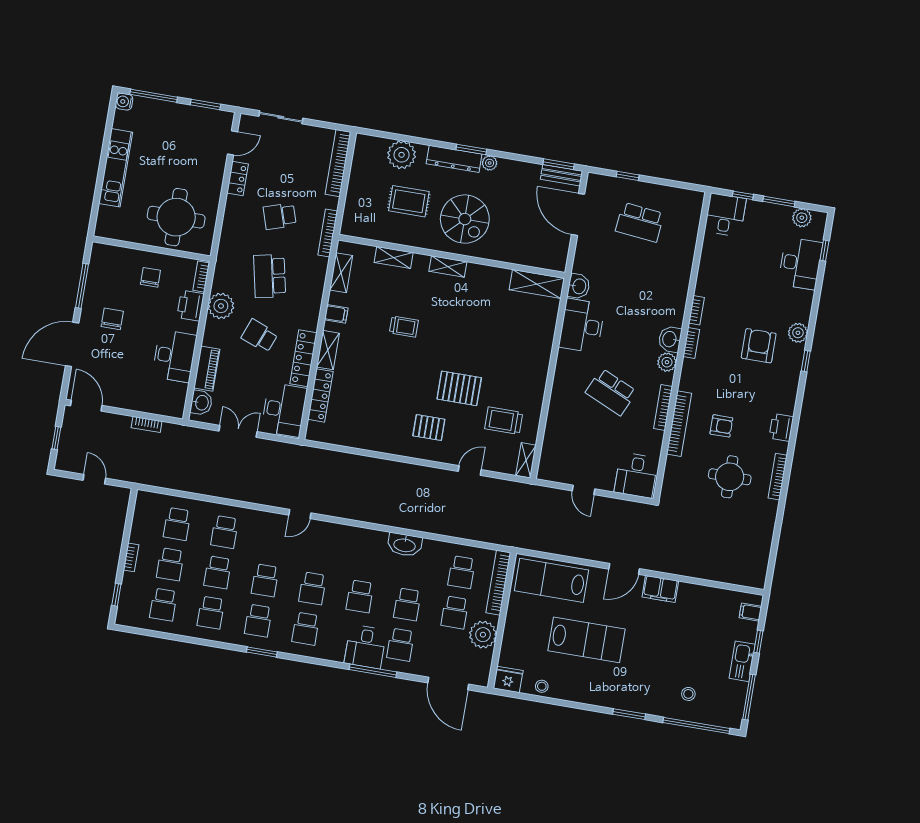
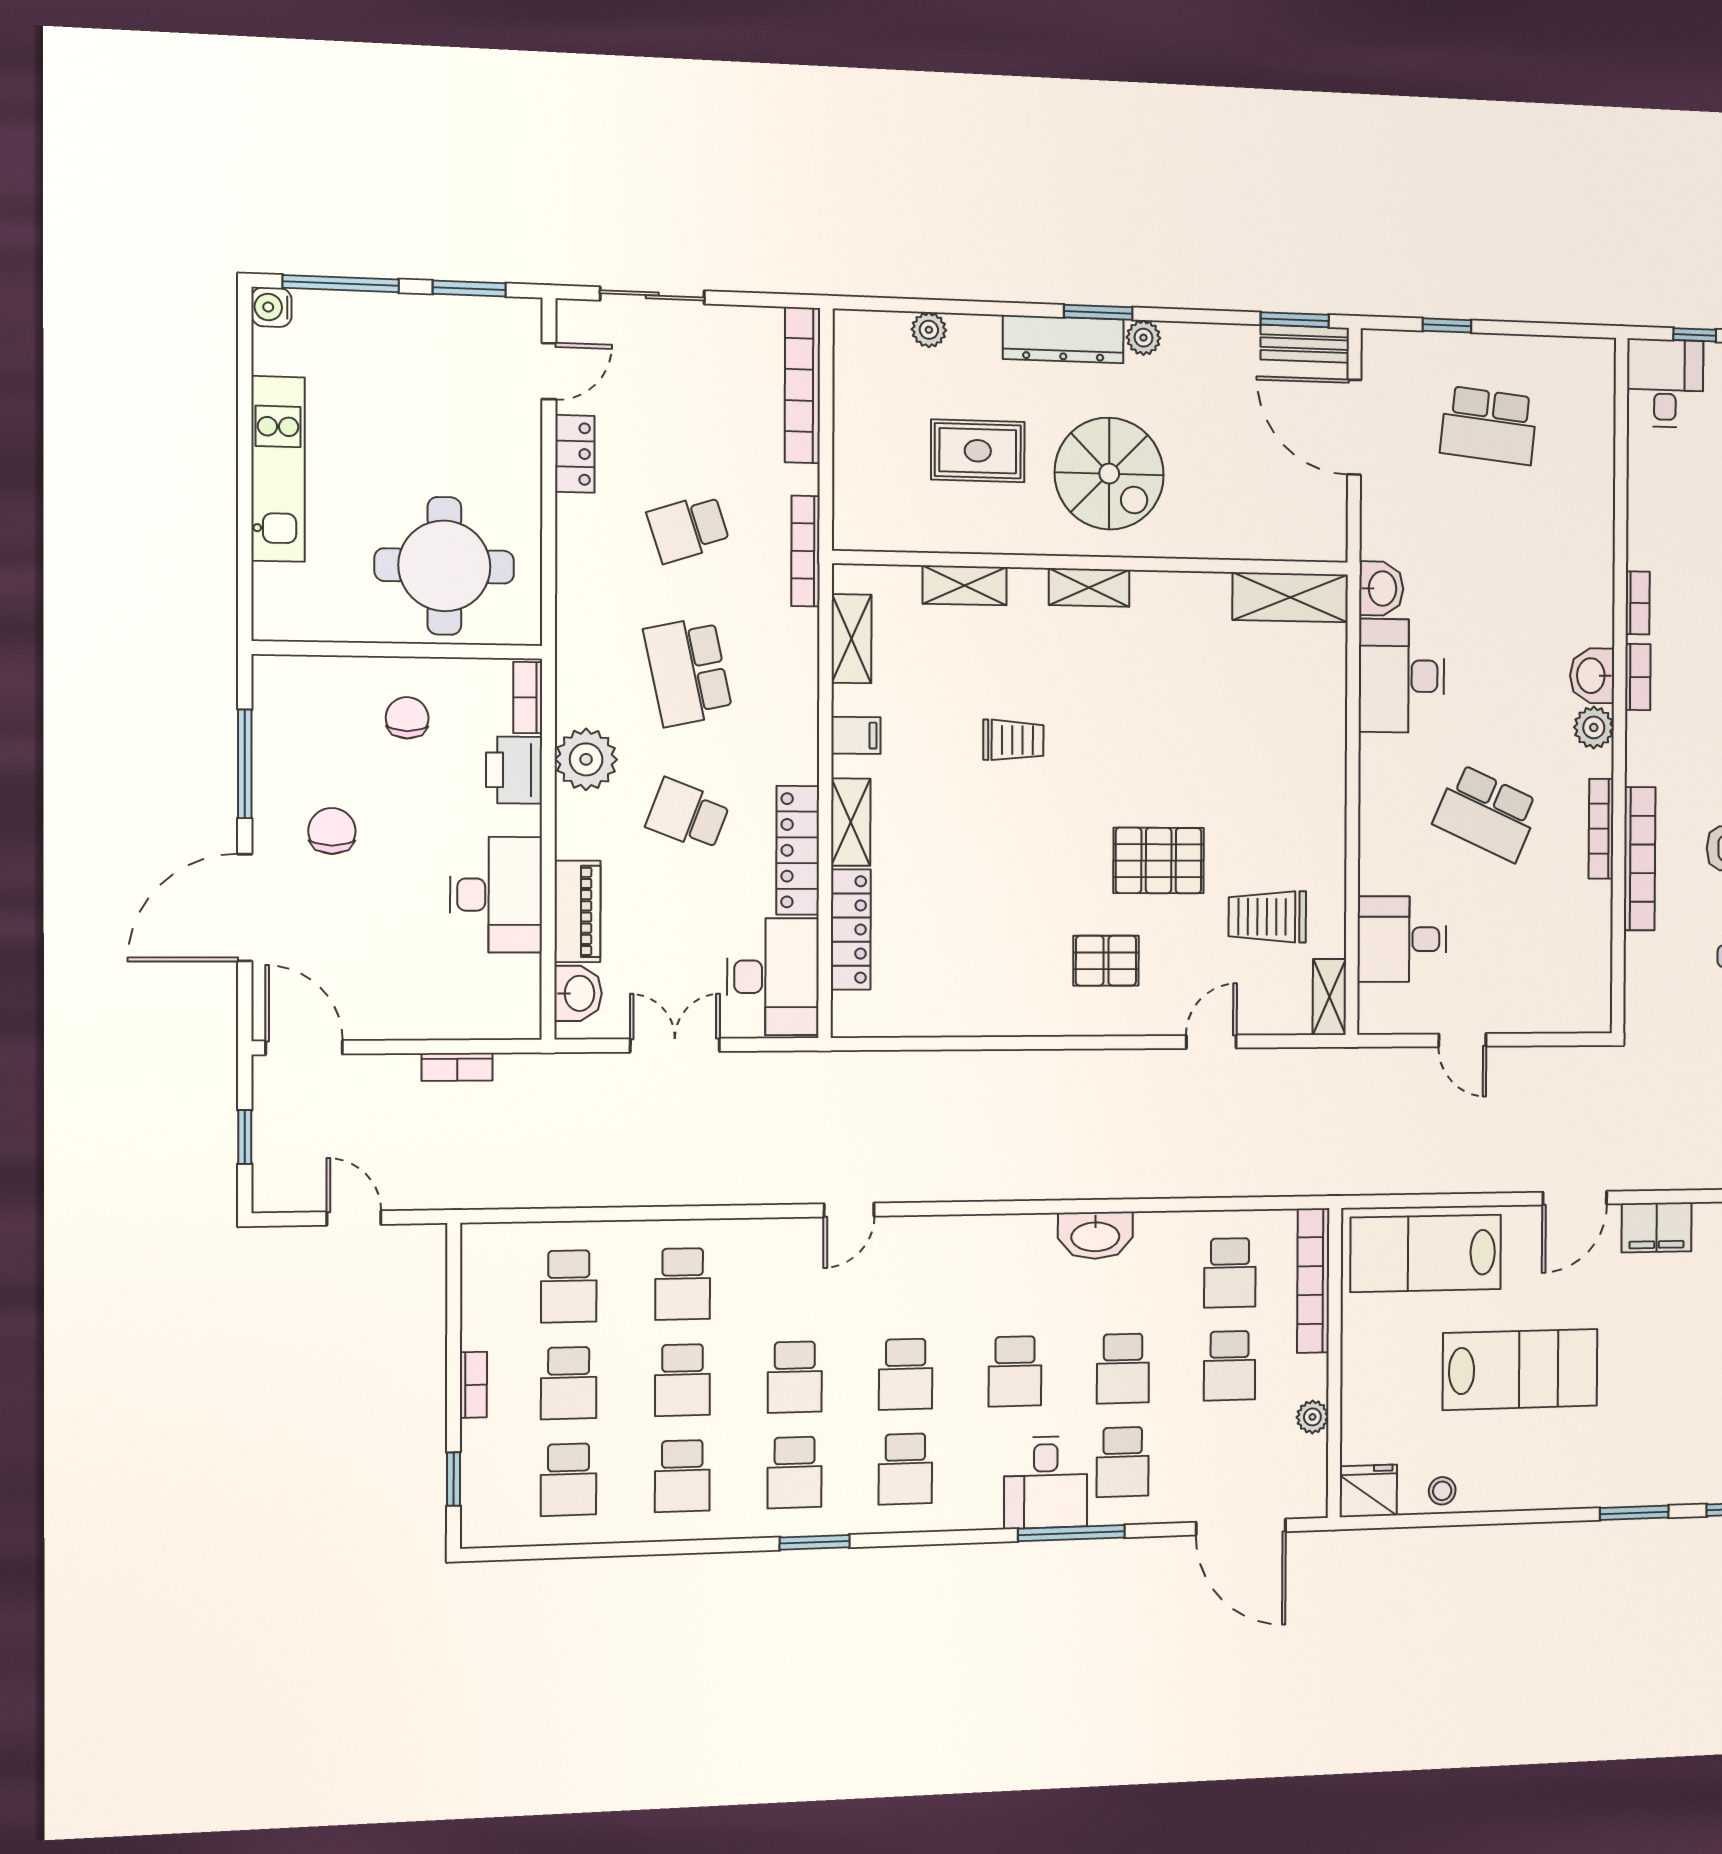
plant: (402, 155) -> (929, 330), width x0.53, depth x0.53
desk: (636, 475) -> (1402, 939), moved, turned 90
plant: (483, 635) -> (1312, 1417), width x0.53, depth x0.53

